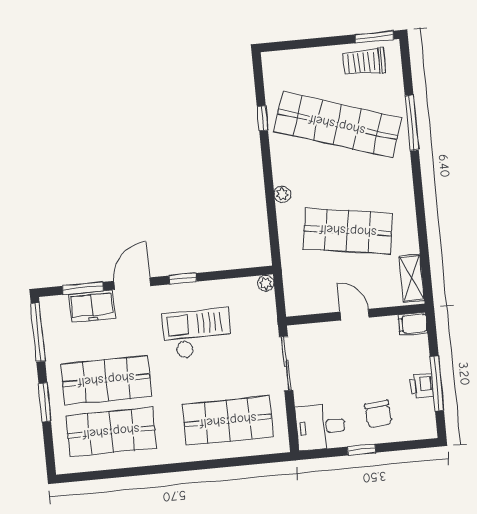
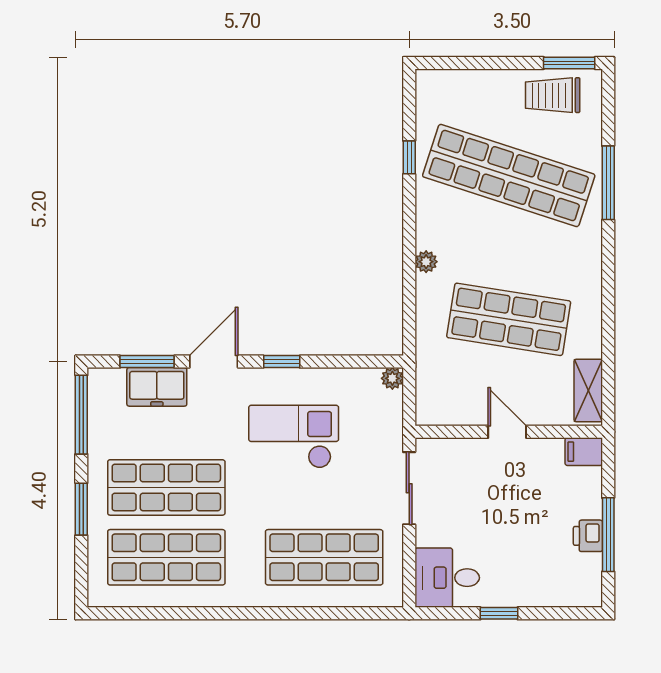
chair: (378, 414) -> (526, 568), removed

